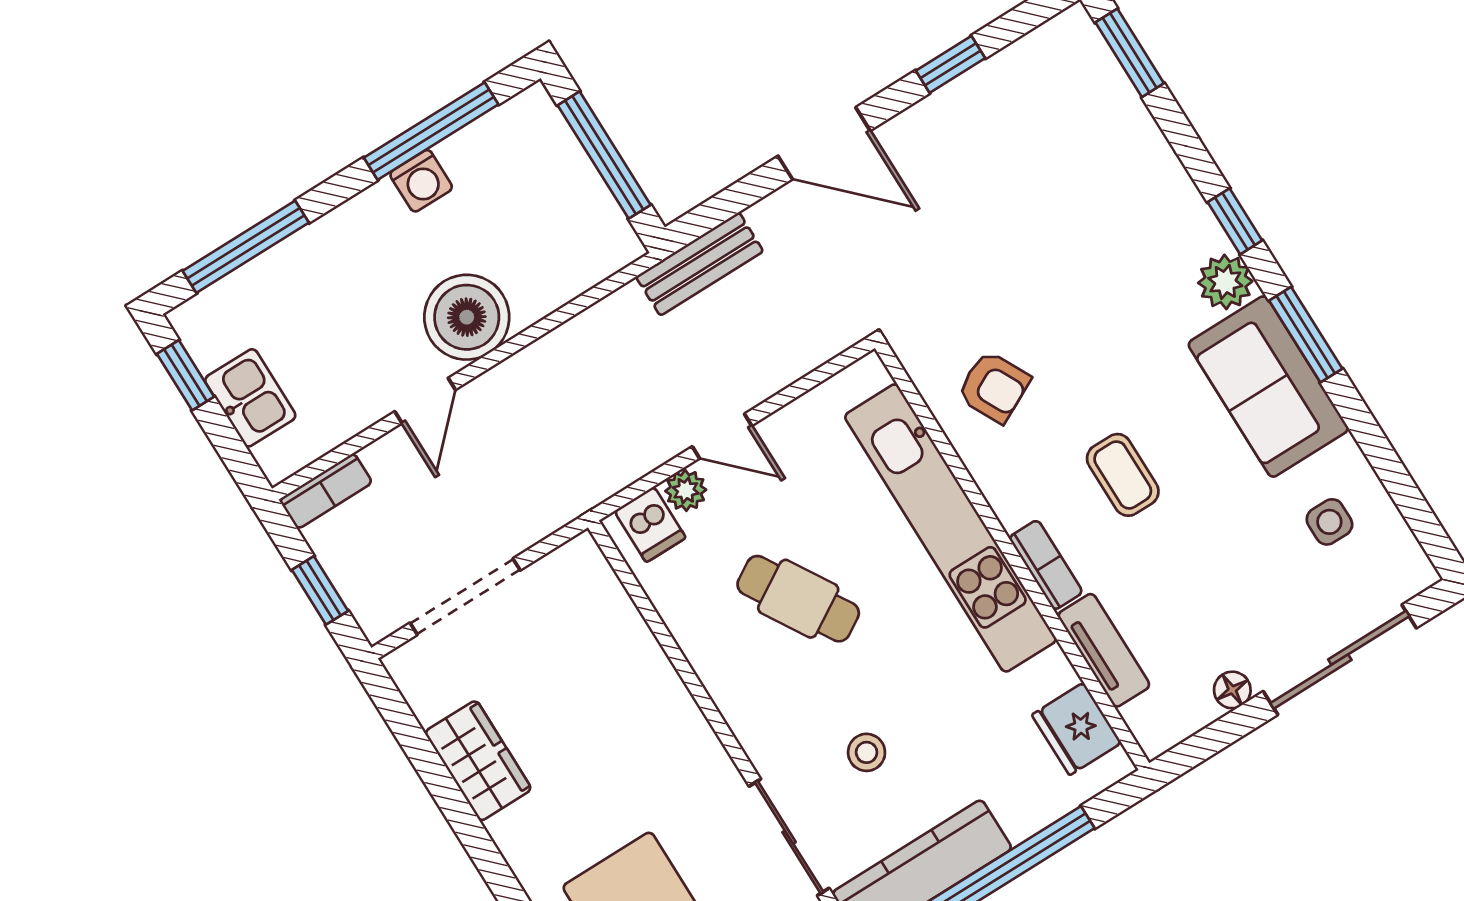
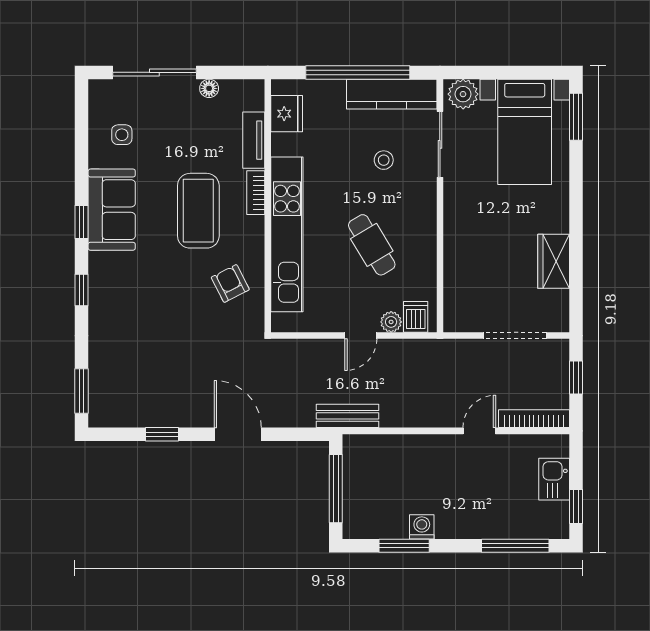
window: (431, 131) -> (404, 546), width x0.69
bench: (700, 264) -> (347, 416), moved
plant: (1225, 282) -> (102, 266), removed
boiler: (467, 317) -> (439, 456), removed
window: (1306, 335) -> (82, 222), width x0.67
door: (722, 436) -> (361, 336), swing flipped
coffee table: (1123, 475) -> (198, 211), width x1.86, depth x1.72
bookcase: (326, 491) -> (534, 419), width x1.56

